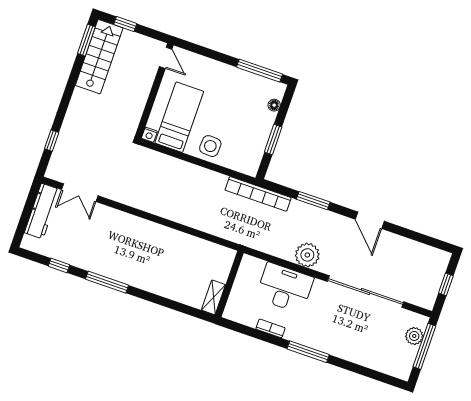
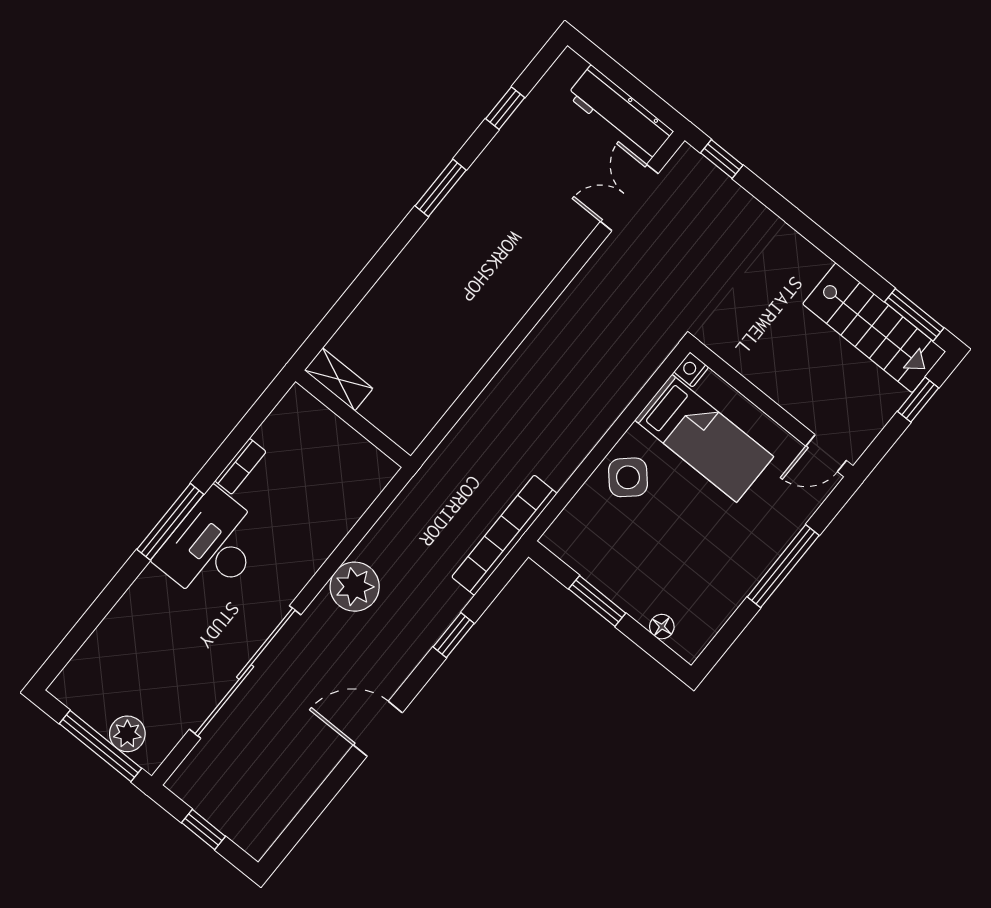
window: (260, 71) -> (783, 566), moved
window: (52, 141) -> (722, 159), moved
side table: (210, 146) -> (628, 477), turned 45
window: (313, 201) -> (454, 635), width x0.67
window: (107, 282) -> (441, 188), width x0.69
desk: (285, 288) -> (212, 547), moved, turned 180

